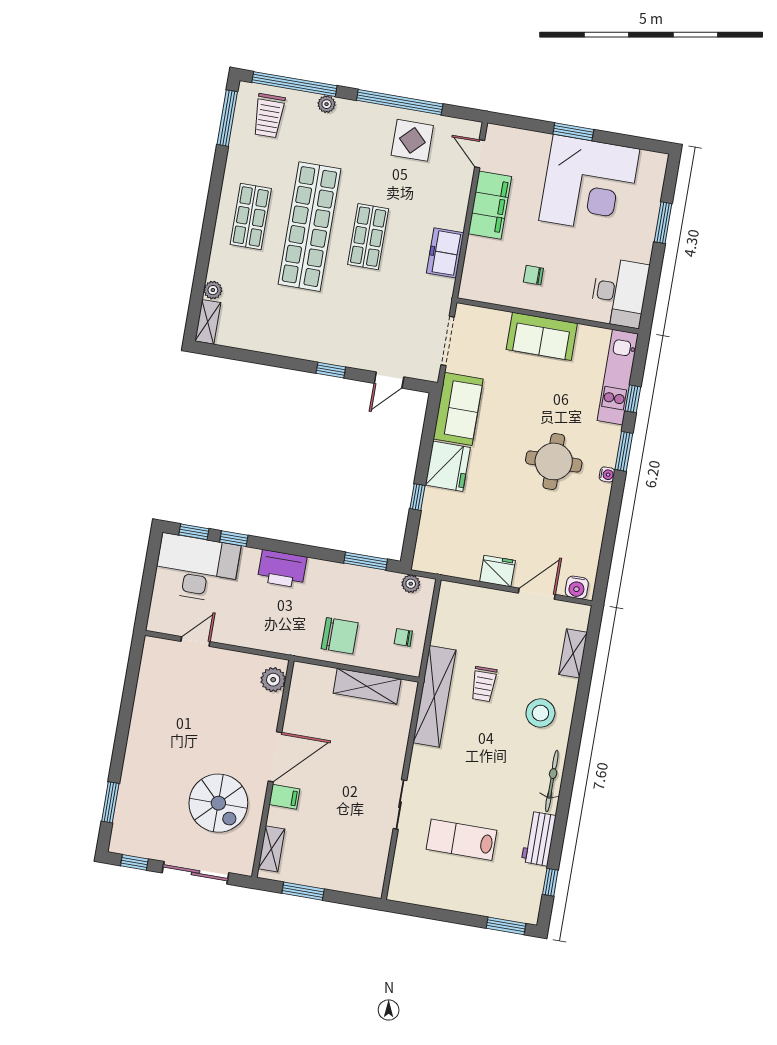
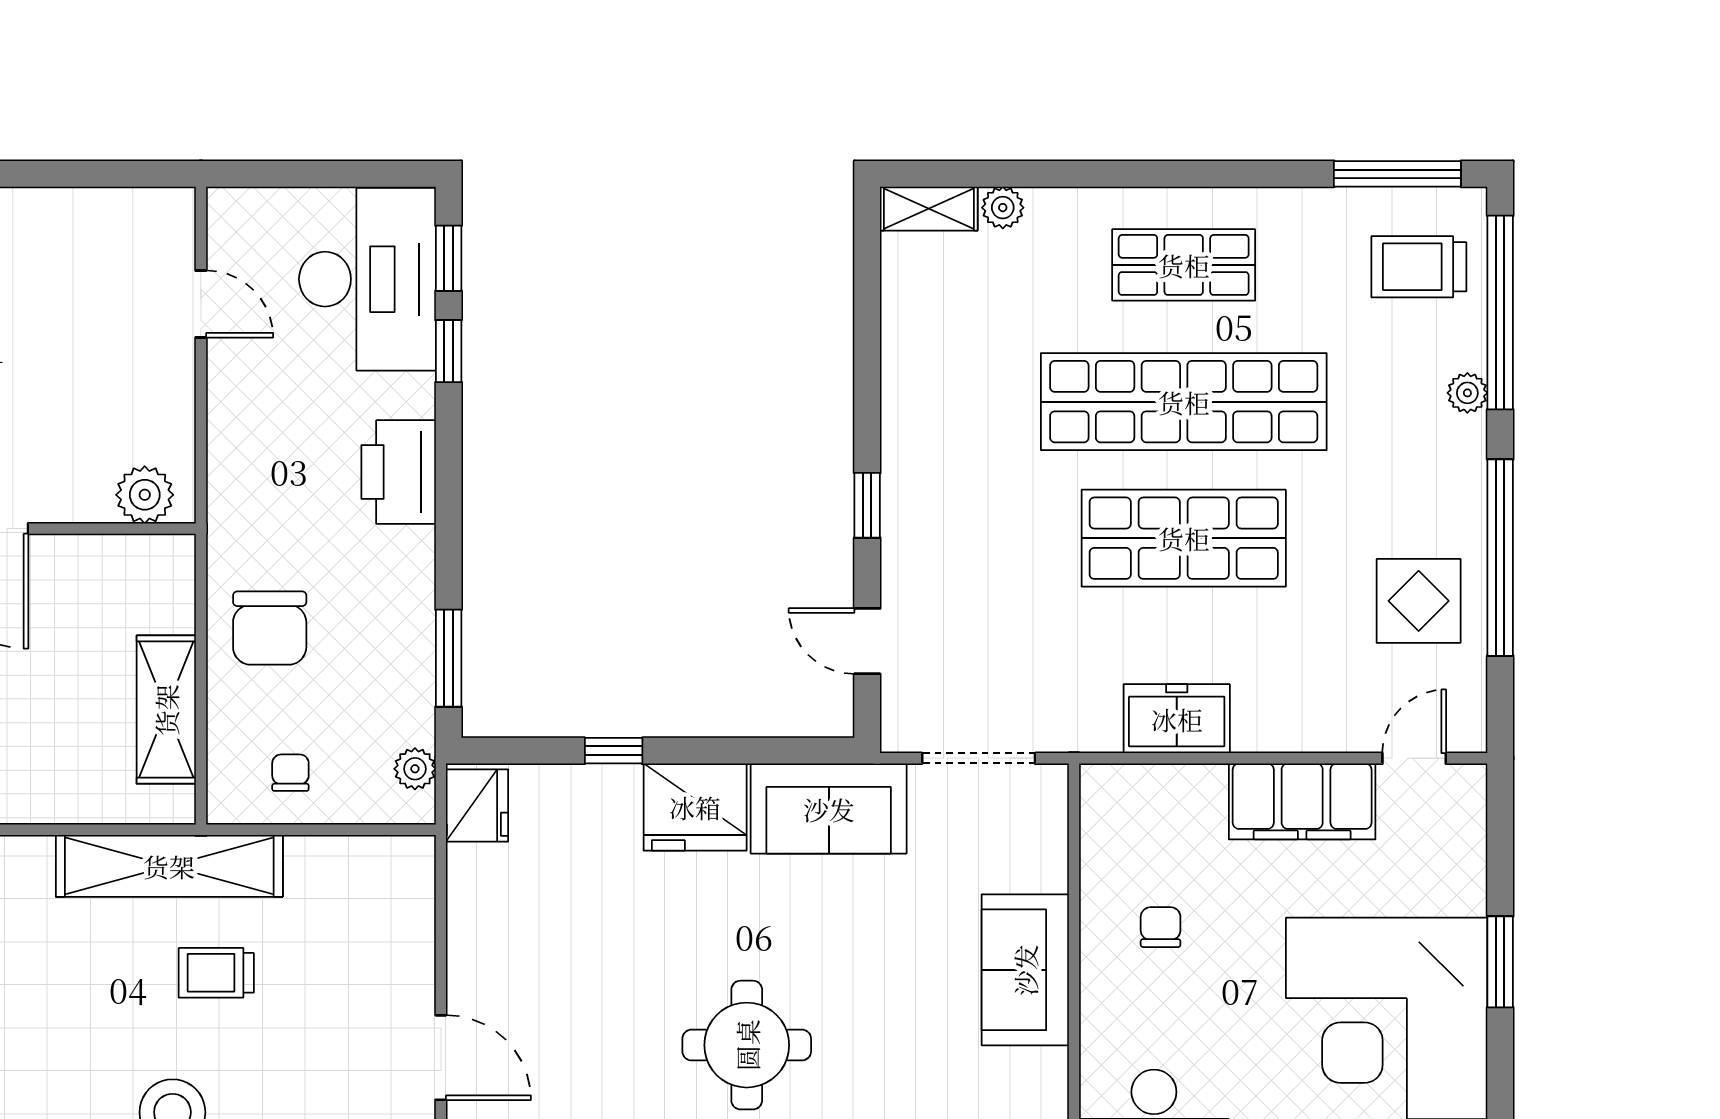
shop shelf: (368, 237) -> (1184, 538), width x1.43, depth x1.36
fridge: (497, 571) -> (477, 805), moved

